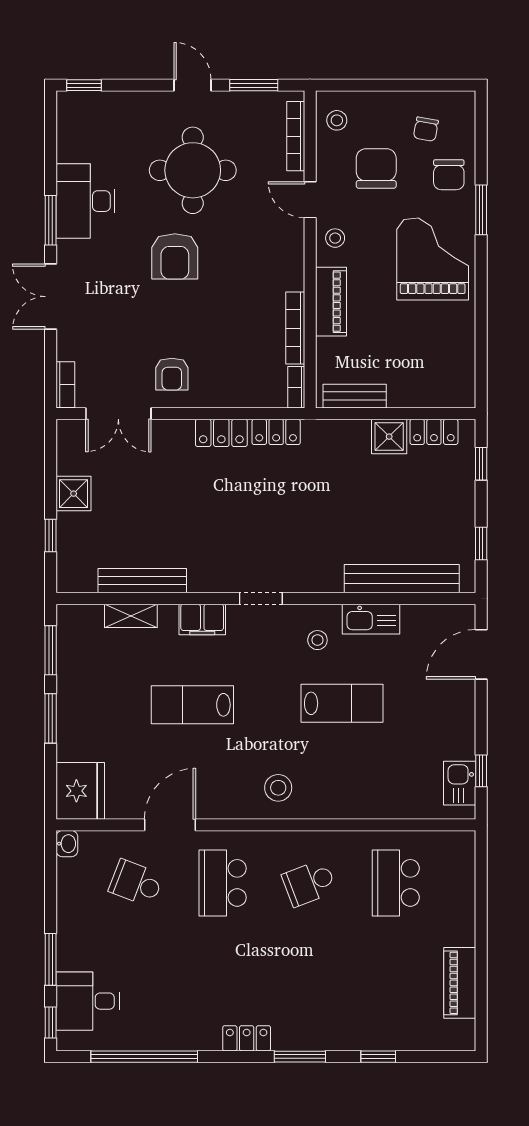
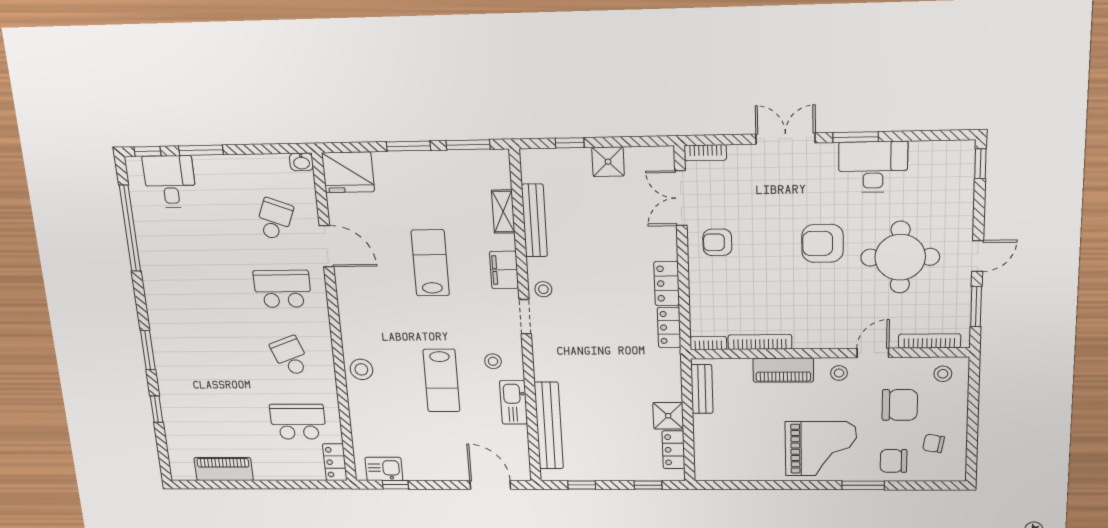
stool: (227, 575) -> (543, 289), added
stool: (278, 788) -> (361, 369), moved
locker: (247, 1038) -> (335, 462), moved, turned 180

